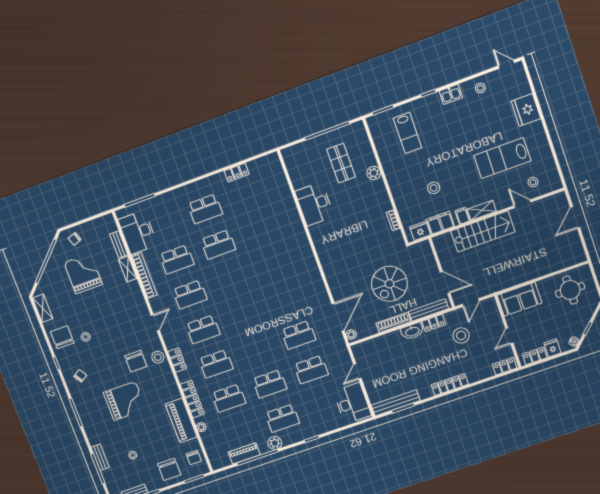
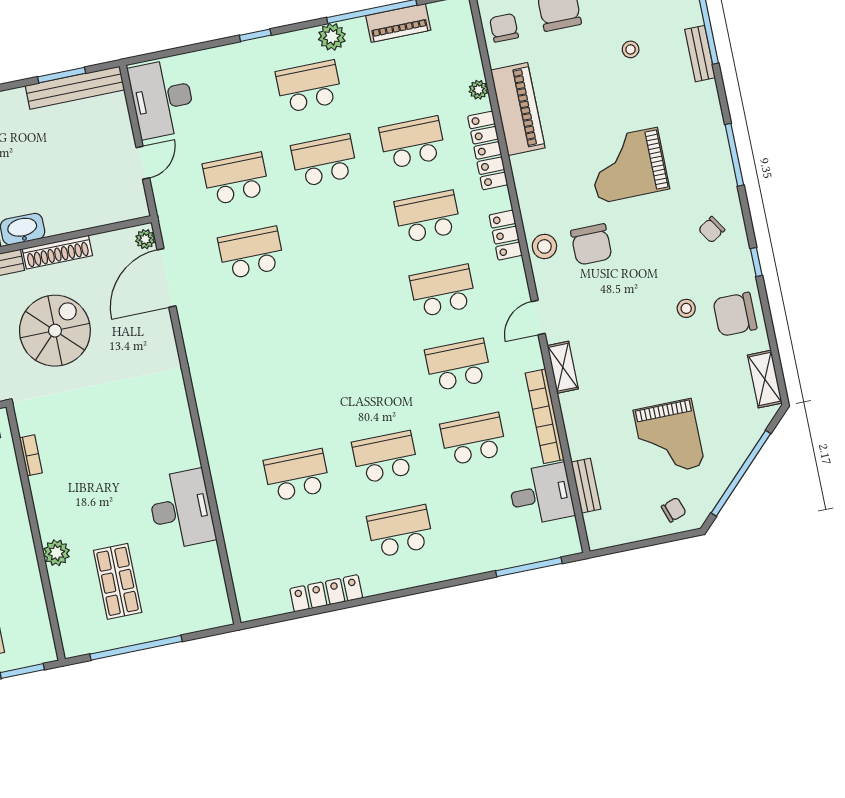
locker: (237, 173) -> (326, 593), width x1.53
school desk: (260, 229) -> (297, 475), added
desk: (138, 232) -> (541, 494), width x0.73
shelving: (128, 269) -> (563, 367), moved
chair: (62, 337) -> (735, 314), turned 90
chair: (136, 361) -> (591, 244), turned 180

